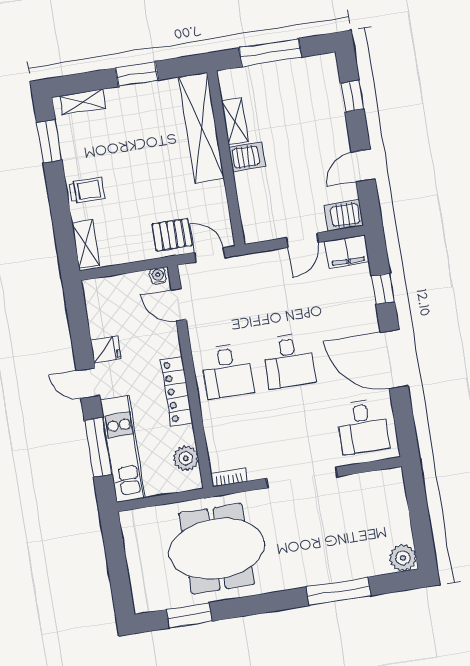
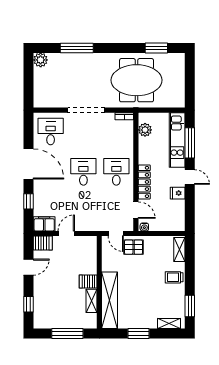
locker: (177, 391) -> (144, 182), moved

